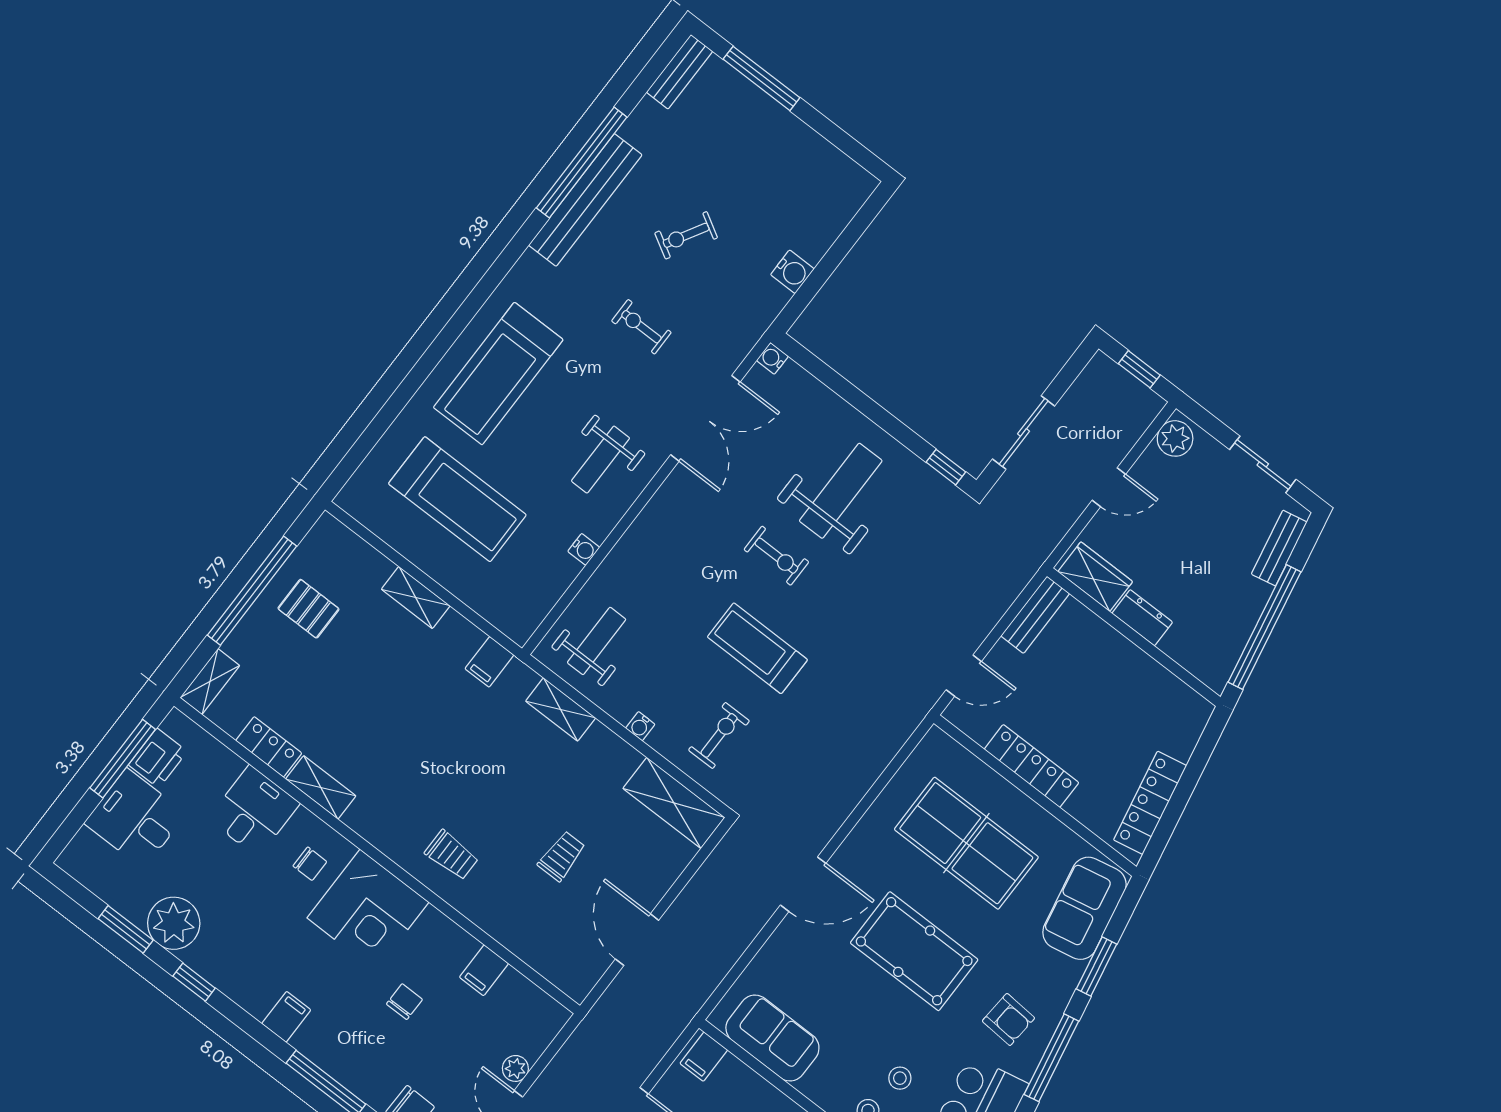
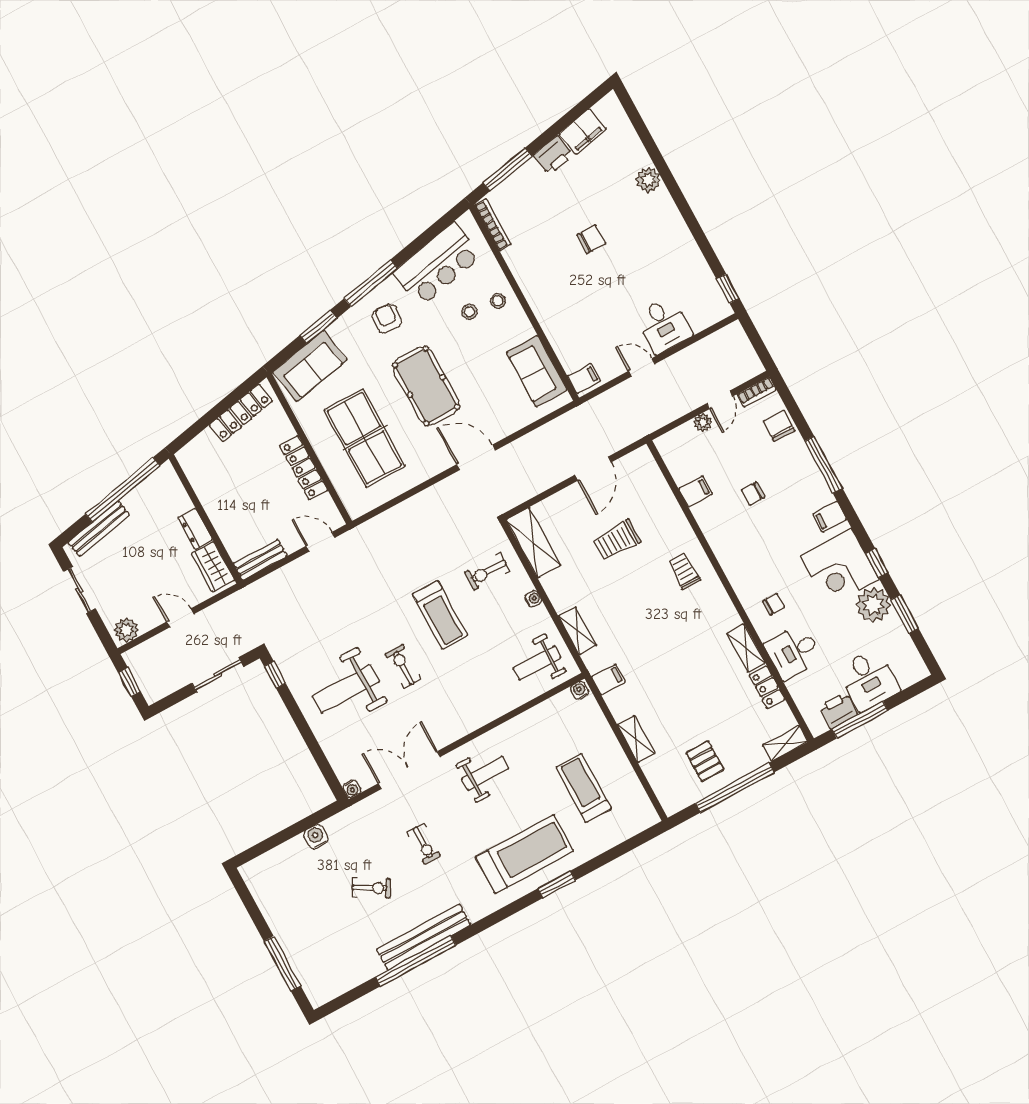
bench: (680, 72) -> (331, 990), removed
window: (436, 352) -> (557, 884), added
treadmill: (457, 499) -> (584, 788), width x0.73, depth x0.73
bench: (1279, 548) -> (99, 529), width x1.36
water cooler: (584, 549) -> (580, 690), moved
trolley: (562, 856) -> (617, 540), width x1.36, depth x1.39
chair: (310, 864) -> (774, 604), turned 90
corner desk: (368, 910) -> (840, 568), moved, turned 180

